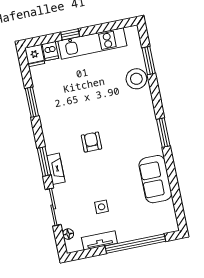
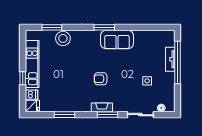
fireplace: (56, 169) -> (102, 107), moved
sofa: (155, 179) -> (117, 39), moved
tv unit: (99, 240) -> (170, 59), moved

